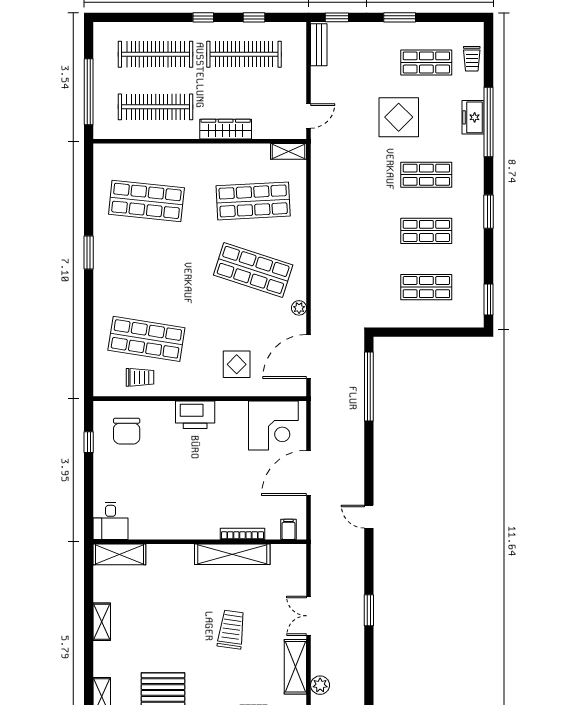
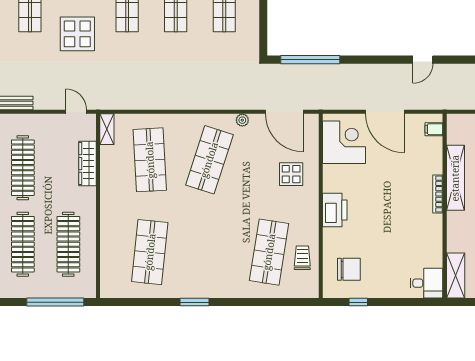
wardrobe: (226, 129) -> (88, 164), moved
bookcase: (243, 534) -> (438, 194), moved

